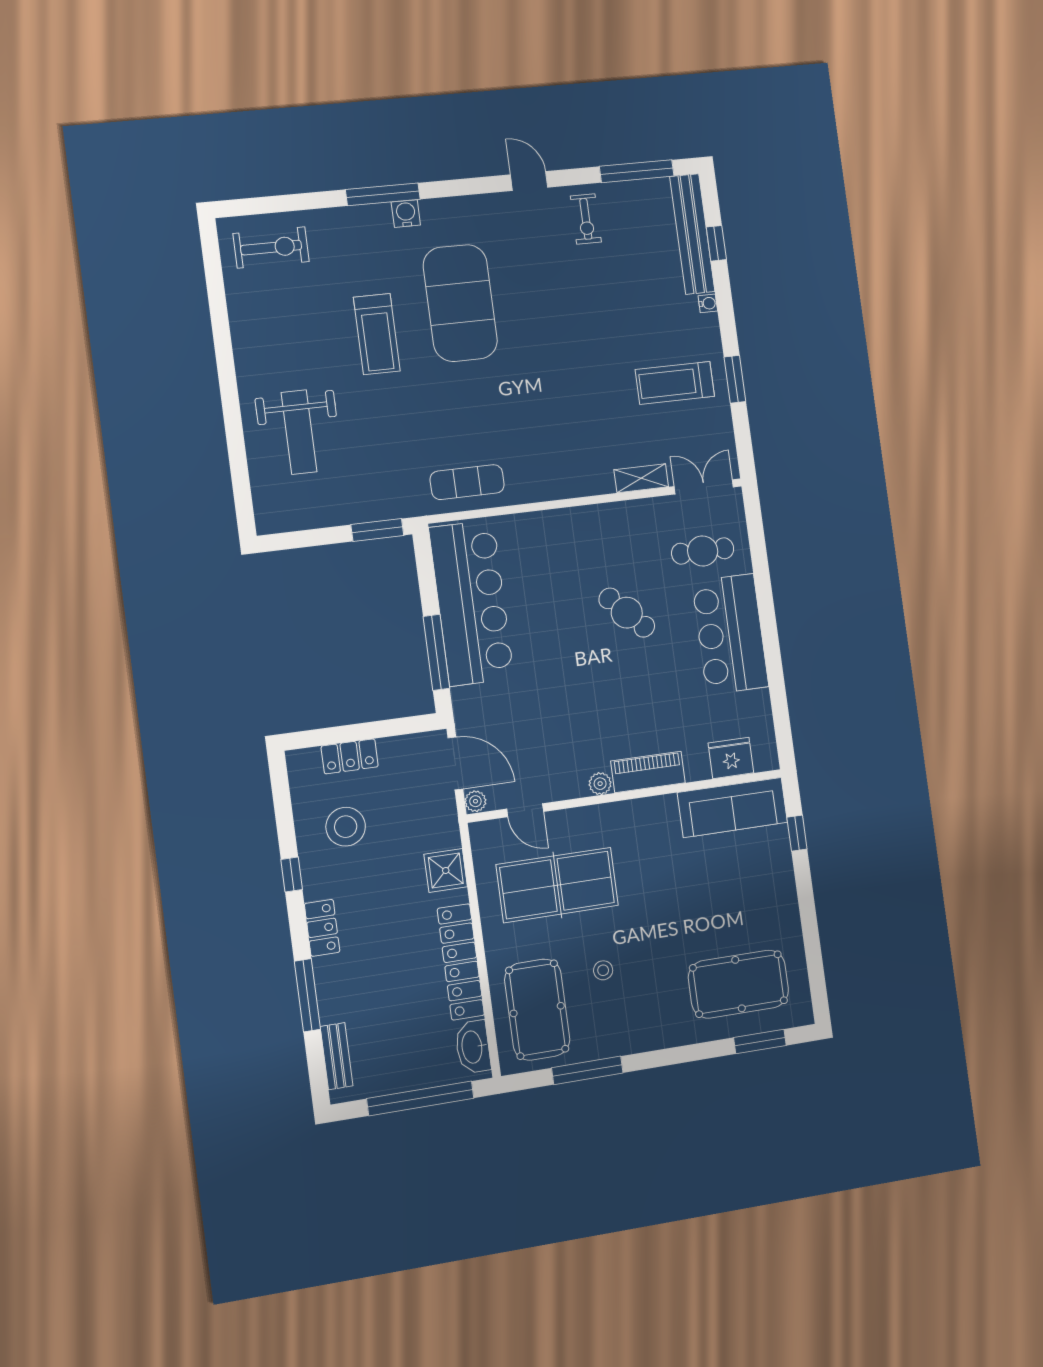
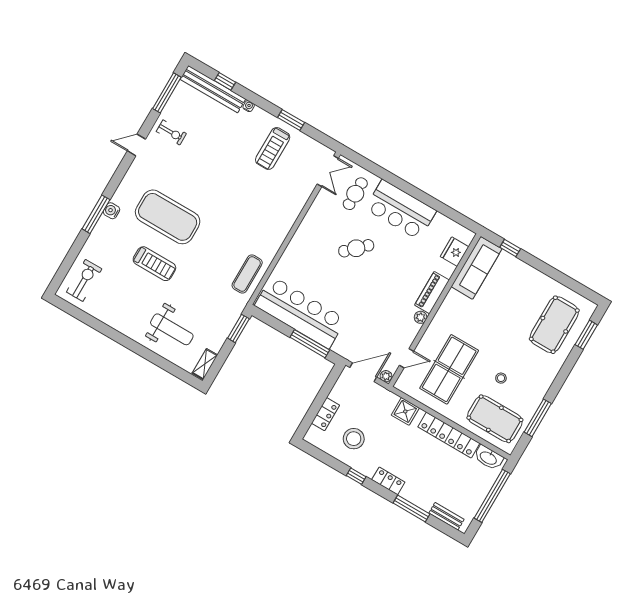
shelving: (641, 478) -> (205, 364), moved
double door: (704, 487) -> (328, 171), swing flipped

